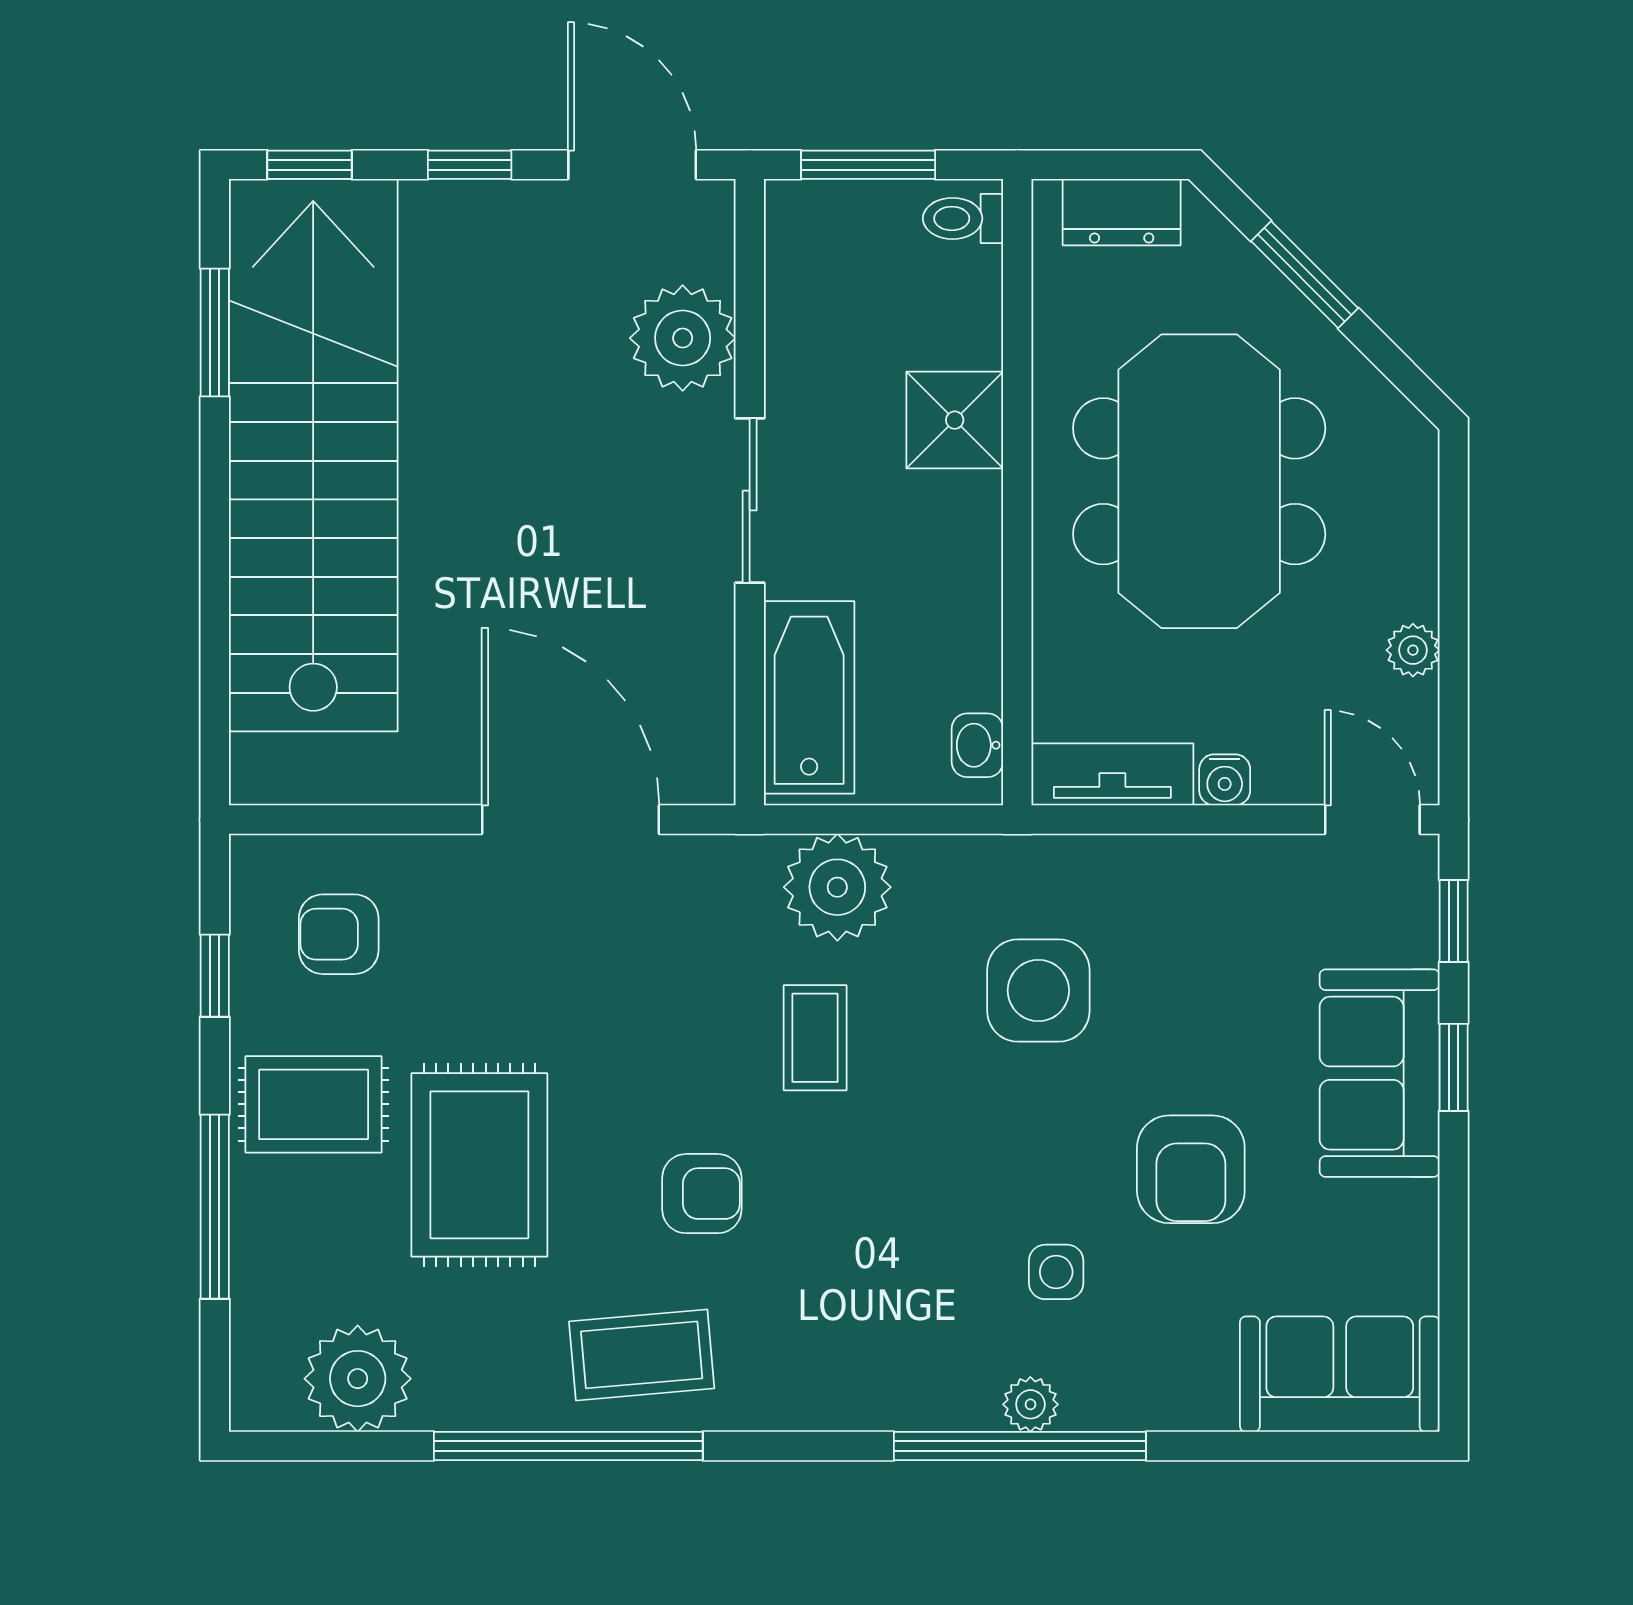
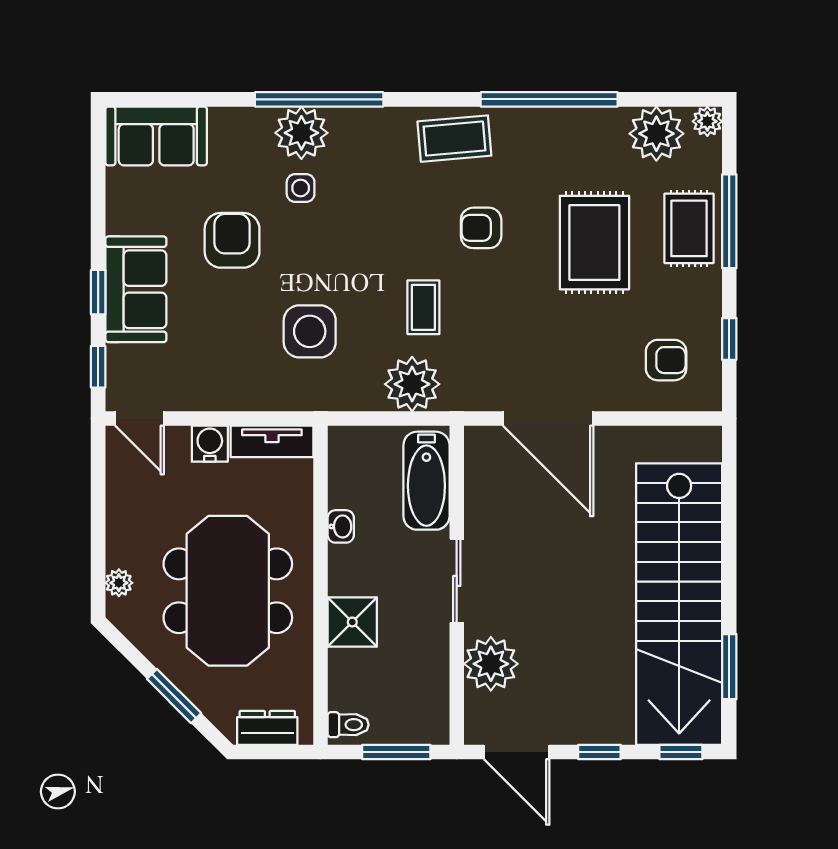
plant: (1413, 650) -> (119, 583), moved
washbasin: (977, 745) -> (341, 526), moved
water cooler: (1225, 780) -> (210, 444), width x1.38, depth x1.38
rug: (314, 1104) -> (689, 228), moved, turned 90
coffee table: (642, 1355) -> (454, 139), moved
plant: (258, 1403) -> (707, 121), added
plant: (1030, 1404) -> (301, 133), width x1.88, depth x1.88

